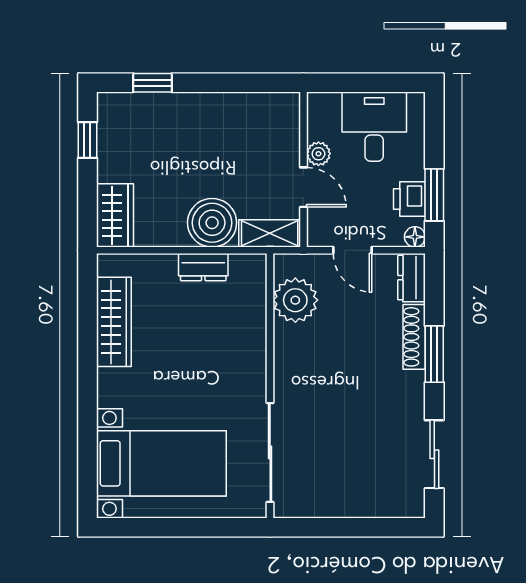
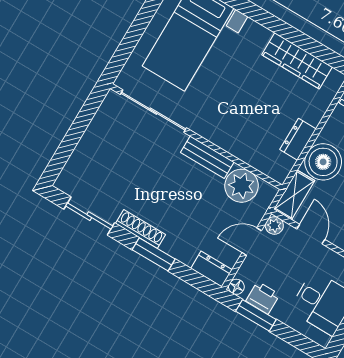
plant: (318, 154) -> (274, 225), moved
door: (303, 187) -> (311, 234), swing flipped
shoe rack: (414, 337) -> (140, 229), moved
bench: (286, 359) -> (207, 157), added

